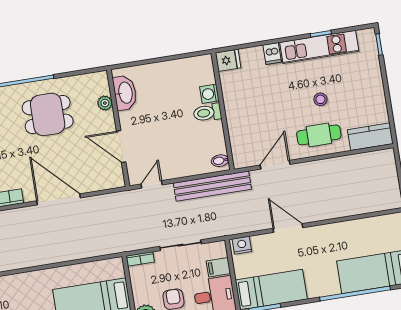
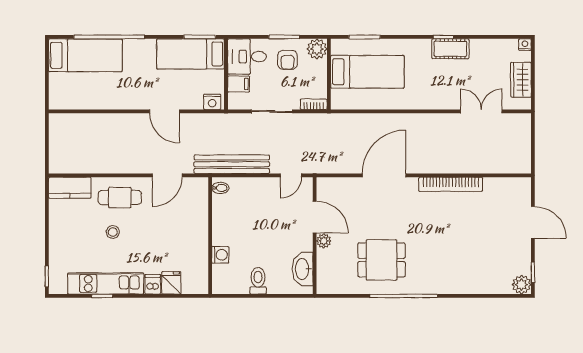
fridge: (228, 60) -> (171, 283), moved, turned 90
plant: (105, 103) -> (324, 241), moved
toilet: (207, 113) -> (258, 281), moved, turned -90
door: (59, 199) -> (384, 175), swing flipped

